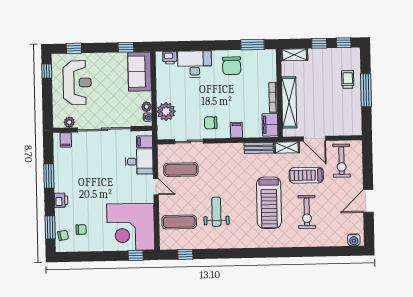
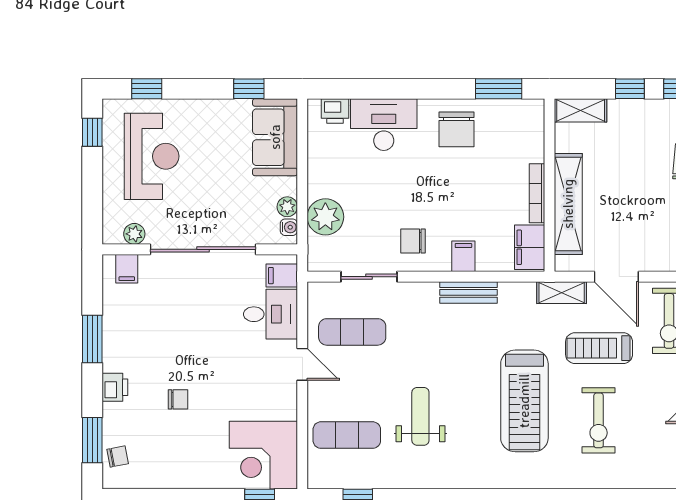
bench: (259, 148) -> (468, 292), moved
corner desk: (131, 227) -> (263, 455), width x0.74, depth x0.74
chair: (81, 230) -> (178, 399), moved

